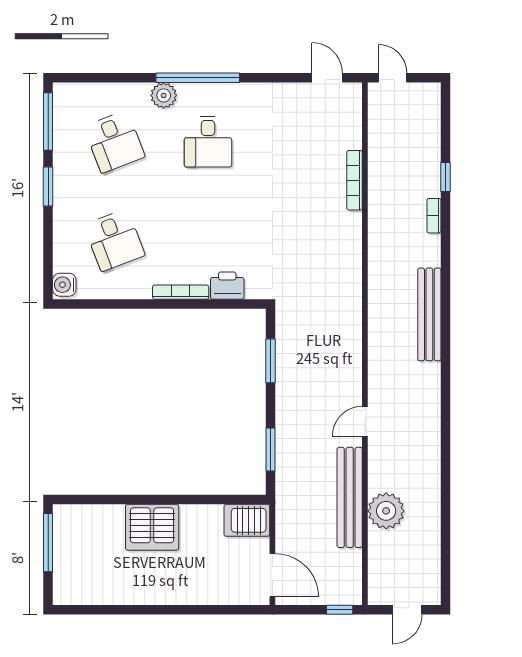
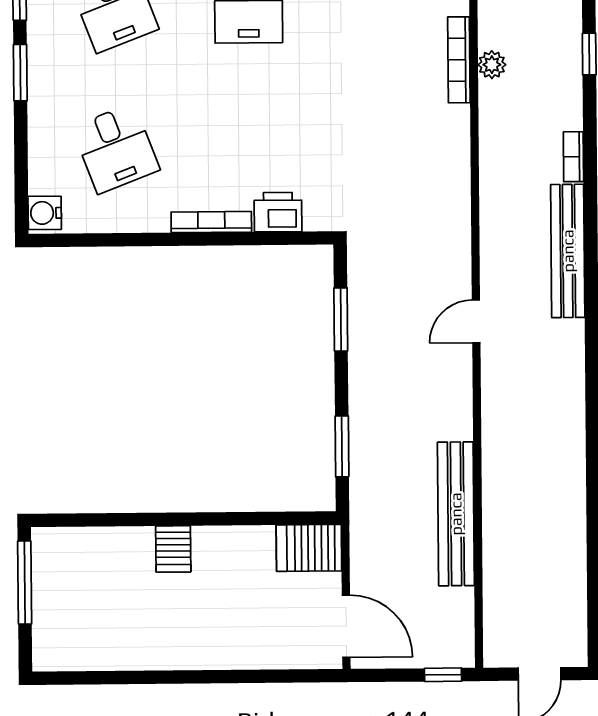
bookcase: (434, 216) -> (573, 157), moved
door: (365, 421) -> (476, 321), moved
plant: (386, 511) -> (492, 65), moved, width x0.53, depth x0.53
server rack: (152, 527) -> (173, 549), width x0.46, depth x0.70

